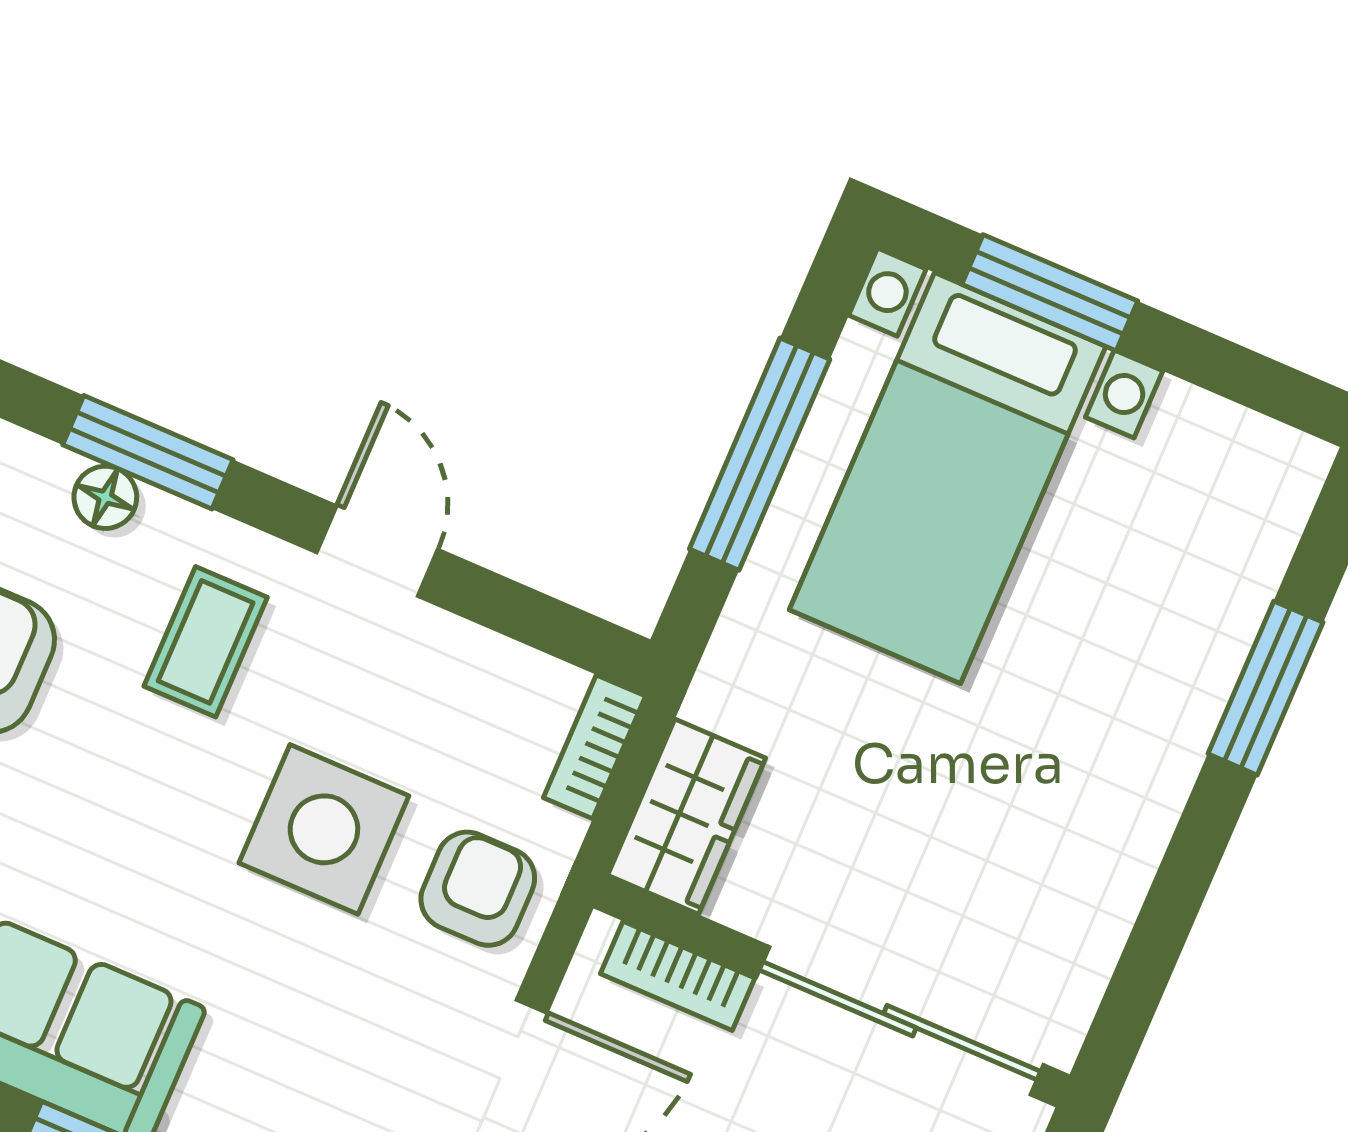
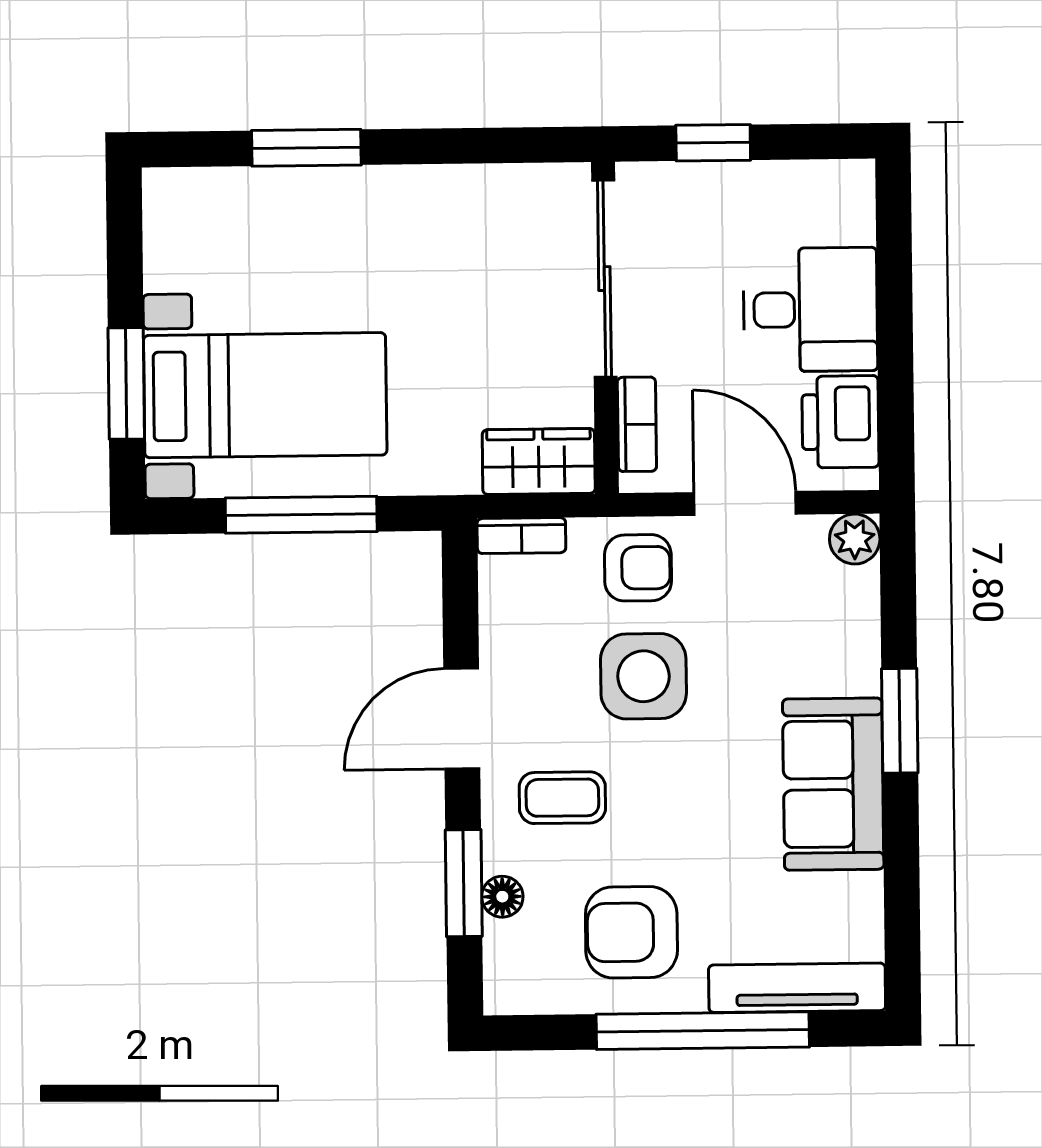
door: (377, 551) -> (462, 719), width x1.38
armchair: (478, 889) -> (638, 568), turned 180

